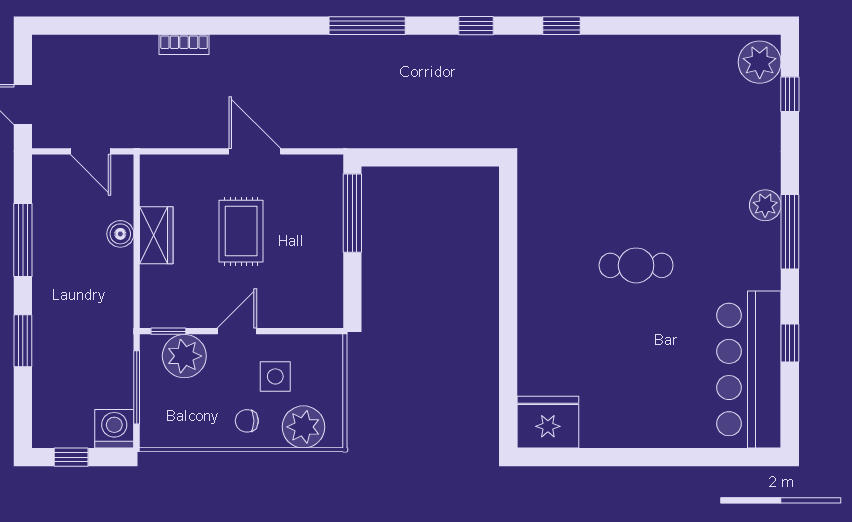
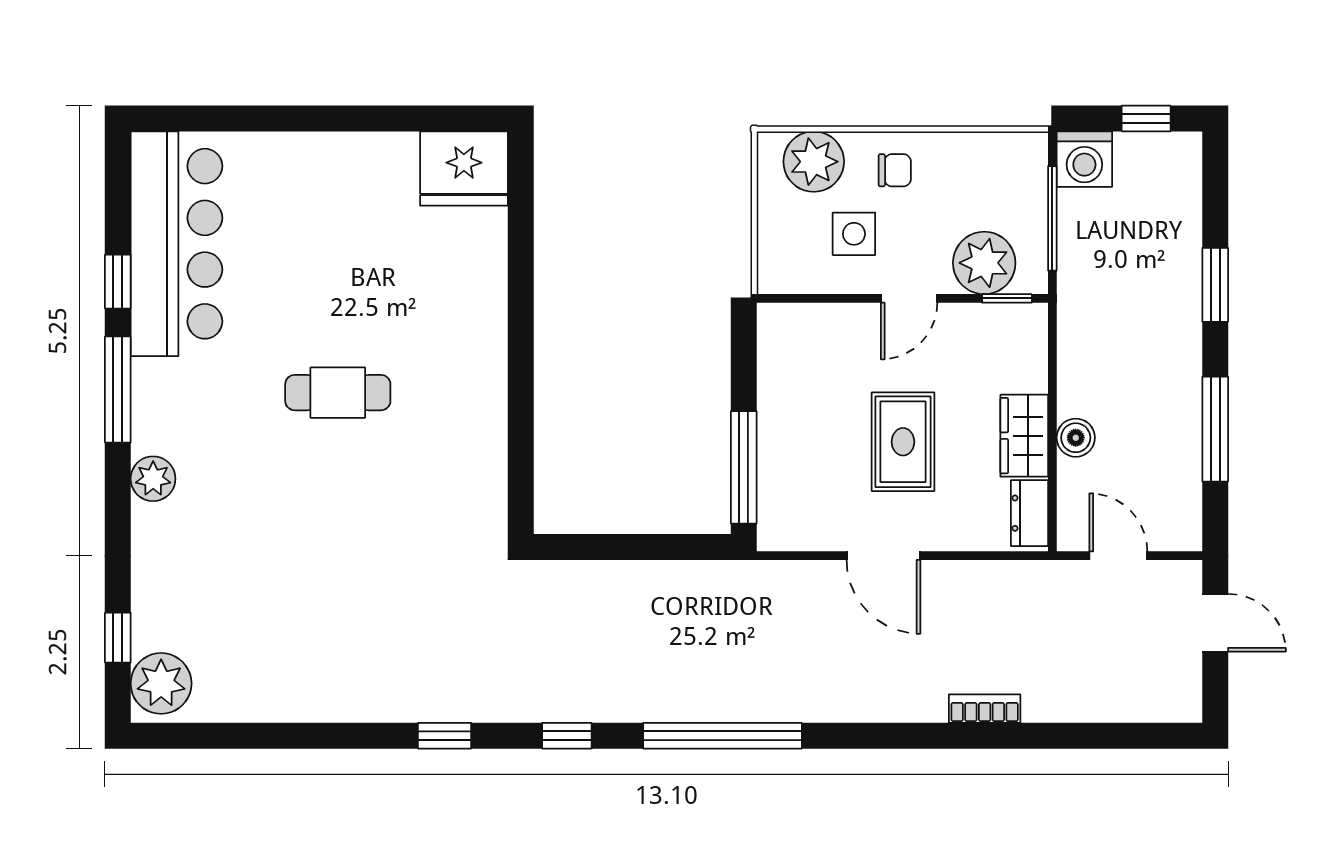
window: (367, 26) -> (723, 736), width x1.46
dresser: (153, 181) -> (1029, 513), added
window: (790, 232) -> (118, 389), moved

